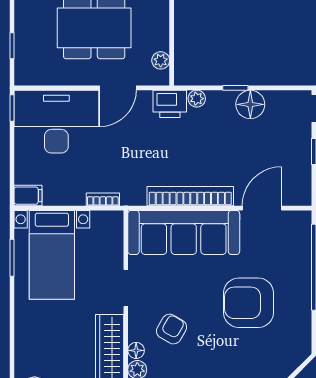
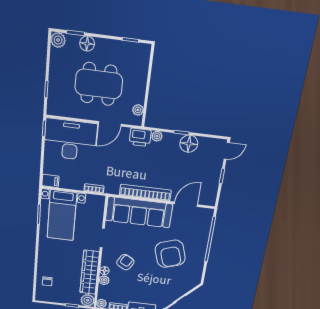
armchair: (249, 303) -> (170, 254), turned -108

